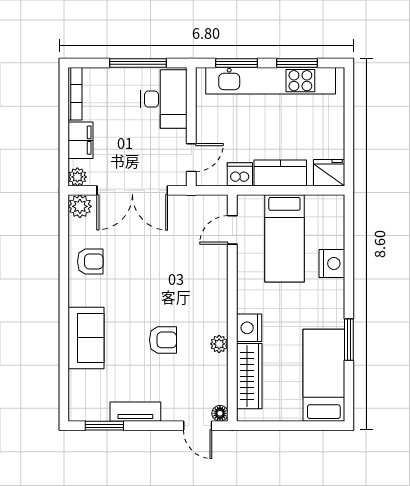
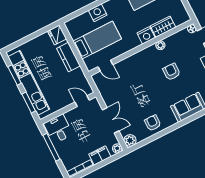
desk: (164, 99) -> (58, 129), width x0.73
dishwasher: (240, 174) -> (78, 75), removed
double door: (132, 190) -> (111, 120), width x0.73
wardrobe: (249, 376) -> (163, 27), width x0.67

